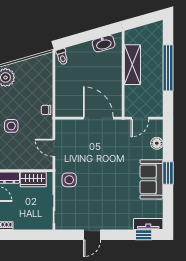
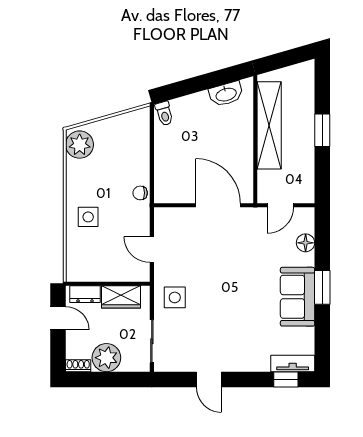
shelving: (132, 65) -> (269, 125), width x1.47
window: (168, 68) -> (322, 130), width x0.47
plant: (24, 220) -> (106, 358), added
door: (92, 235) -> (209, 380), hinge flipped

